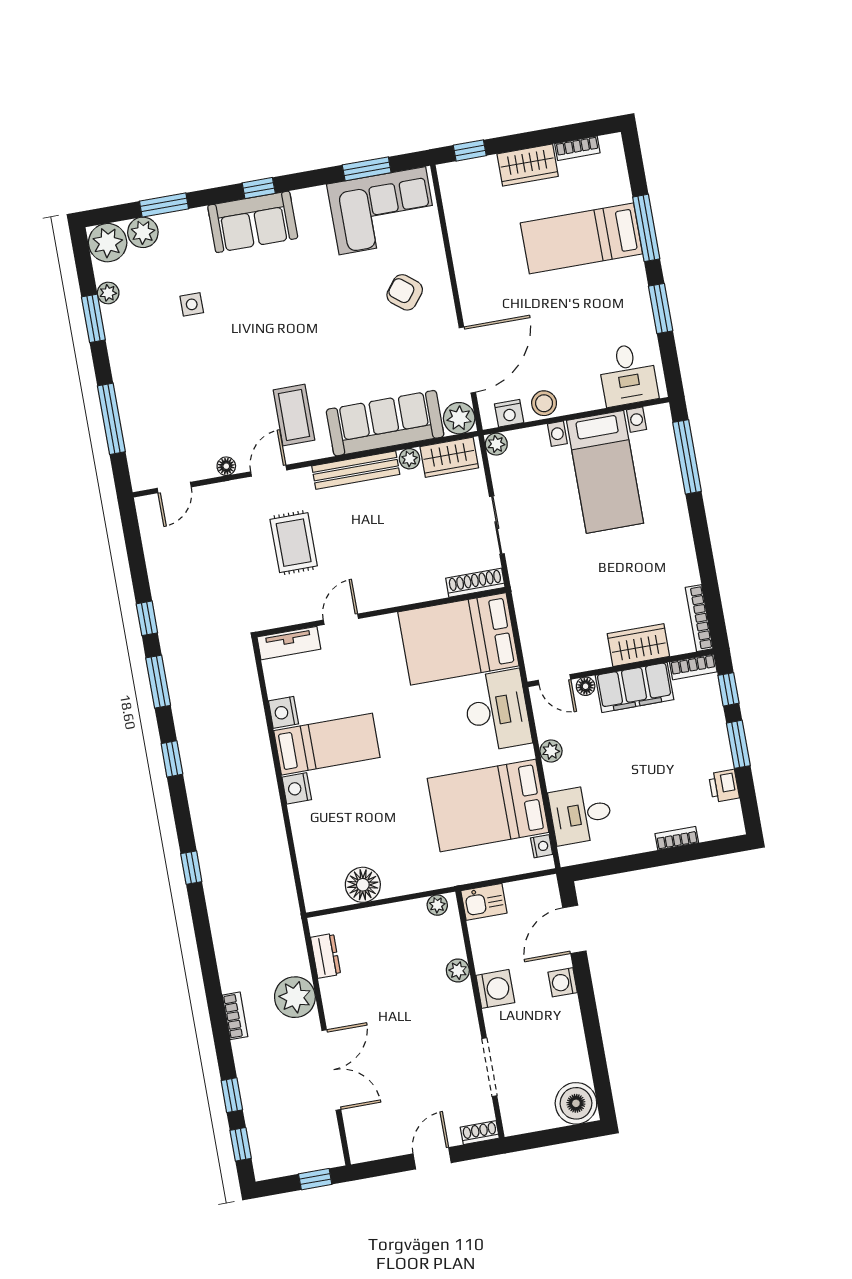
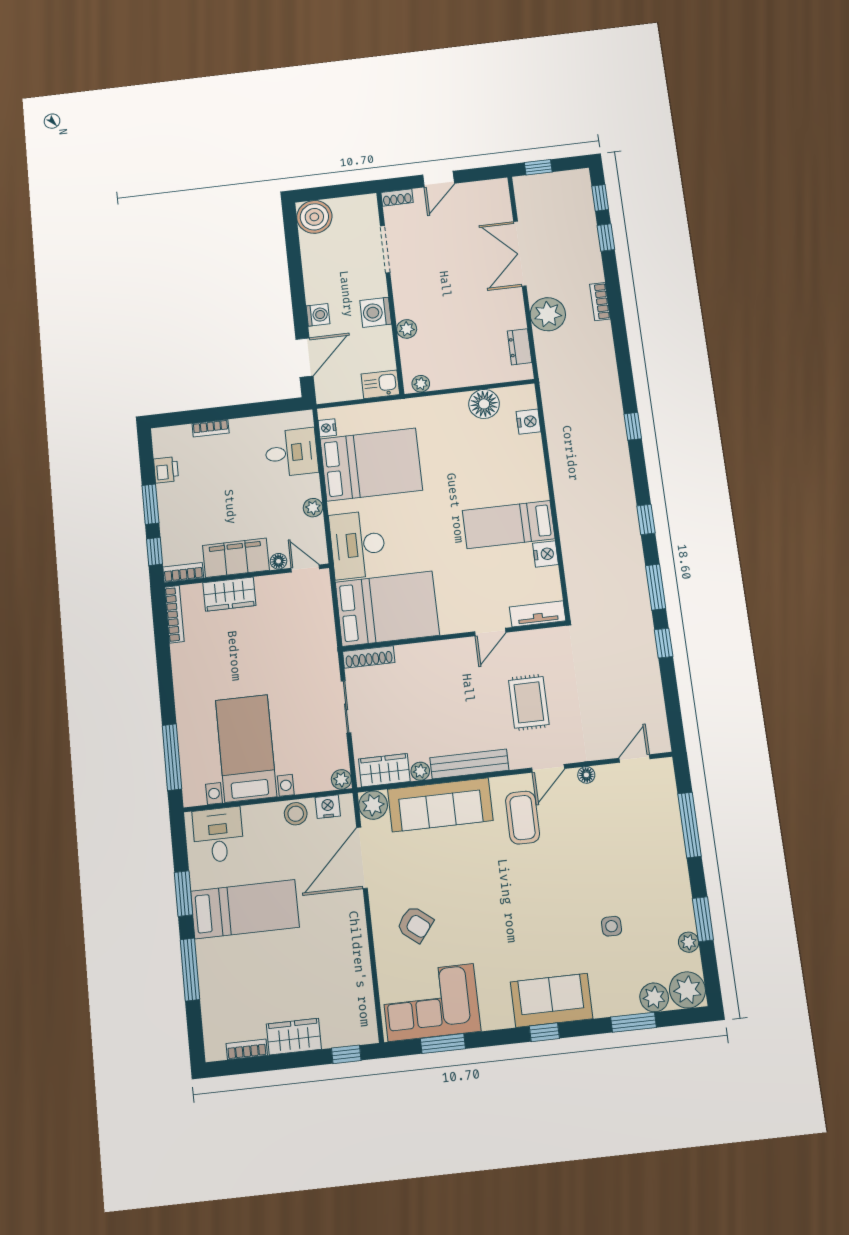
bed: (581, 238) -> (245, 909), moved
nightstand: (297, 788) -> (529, 422), moved

